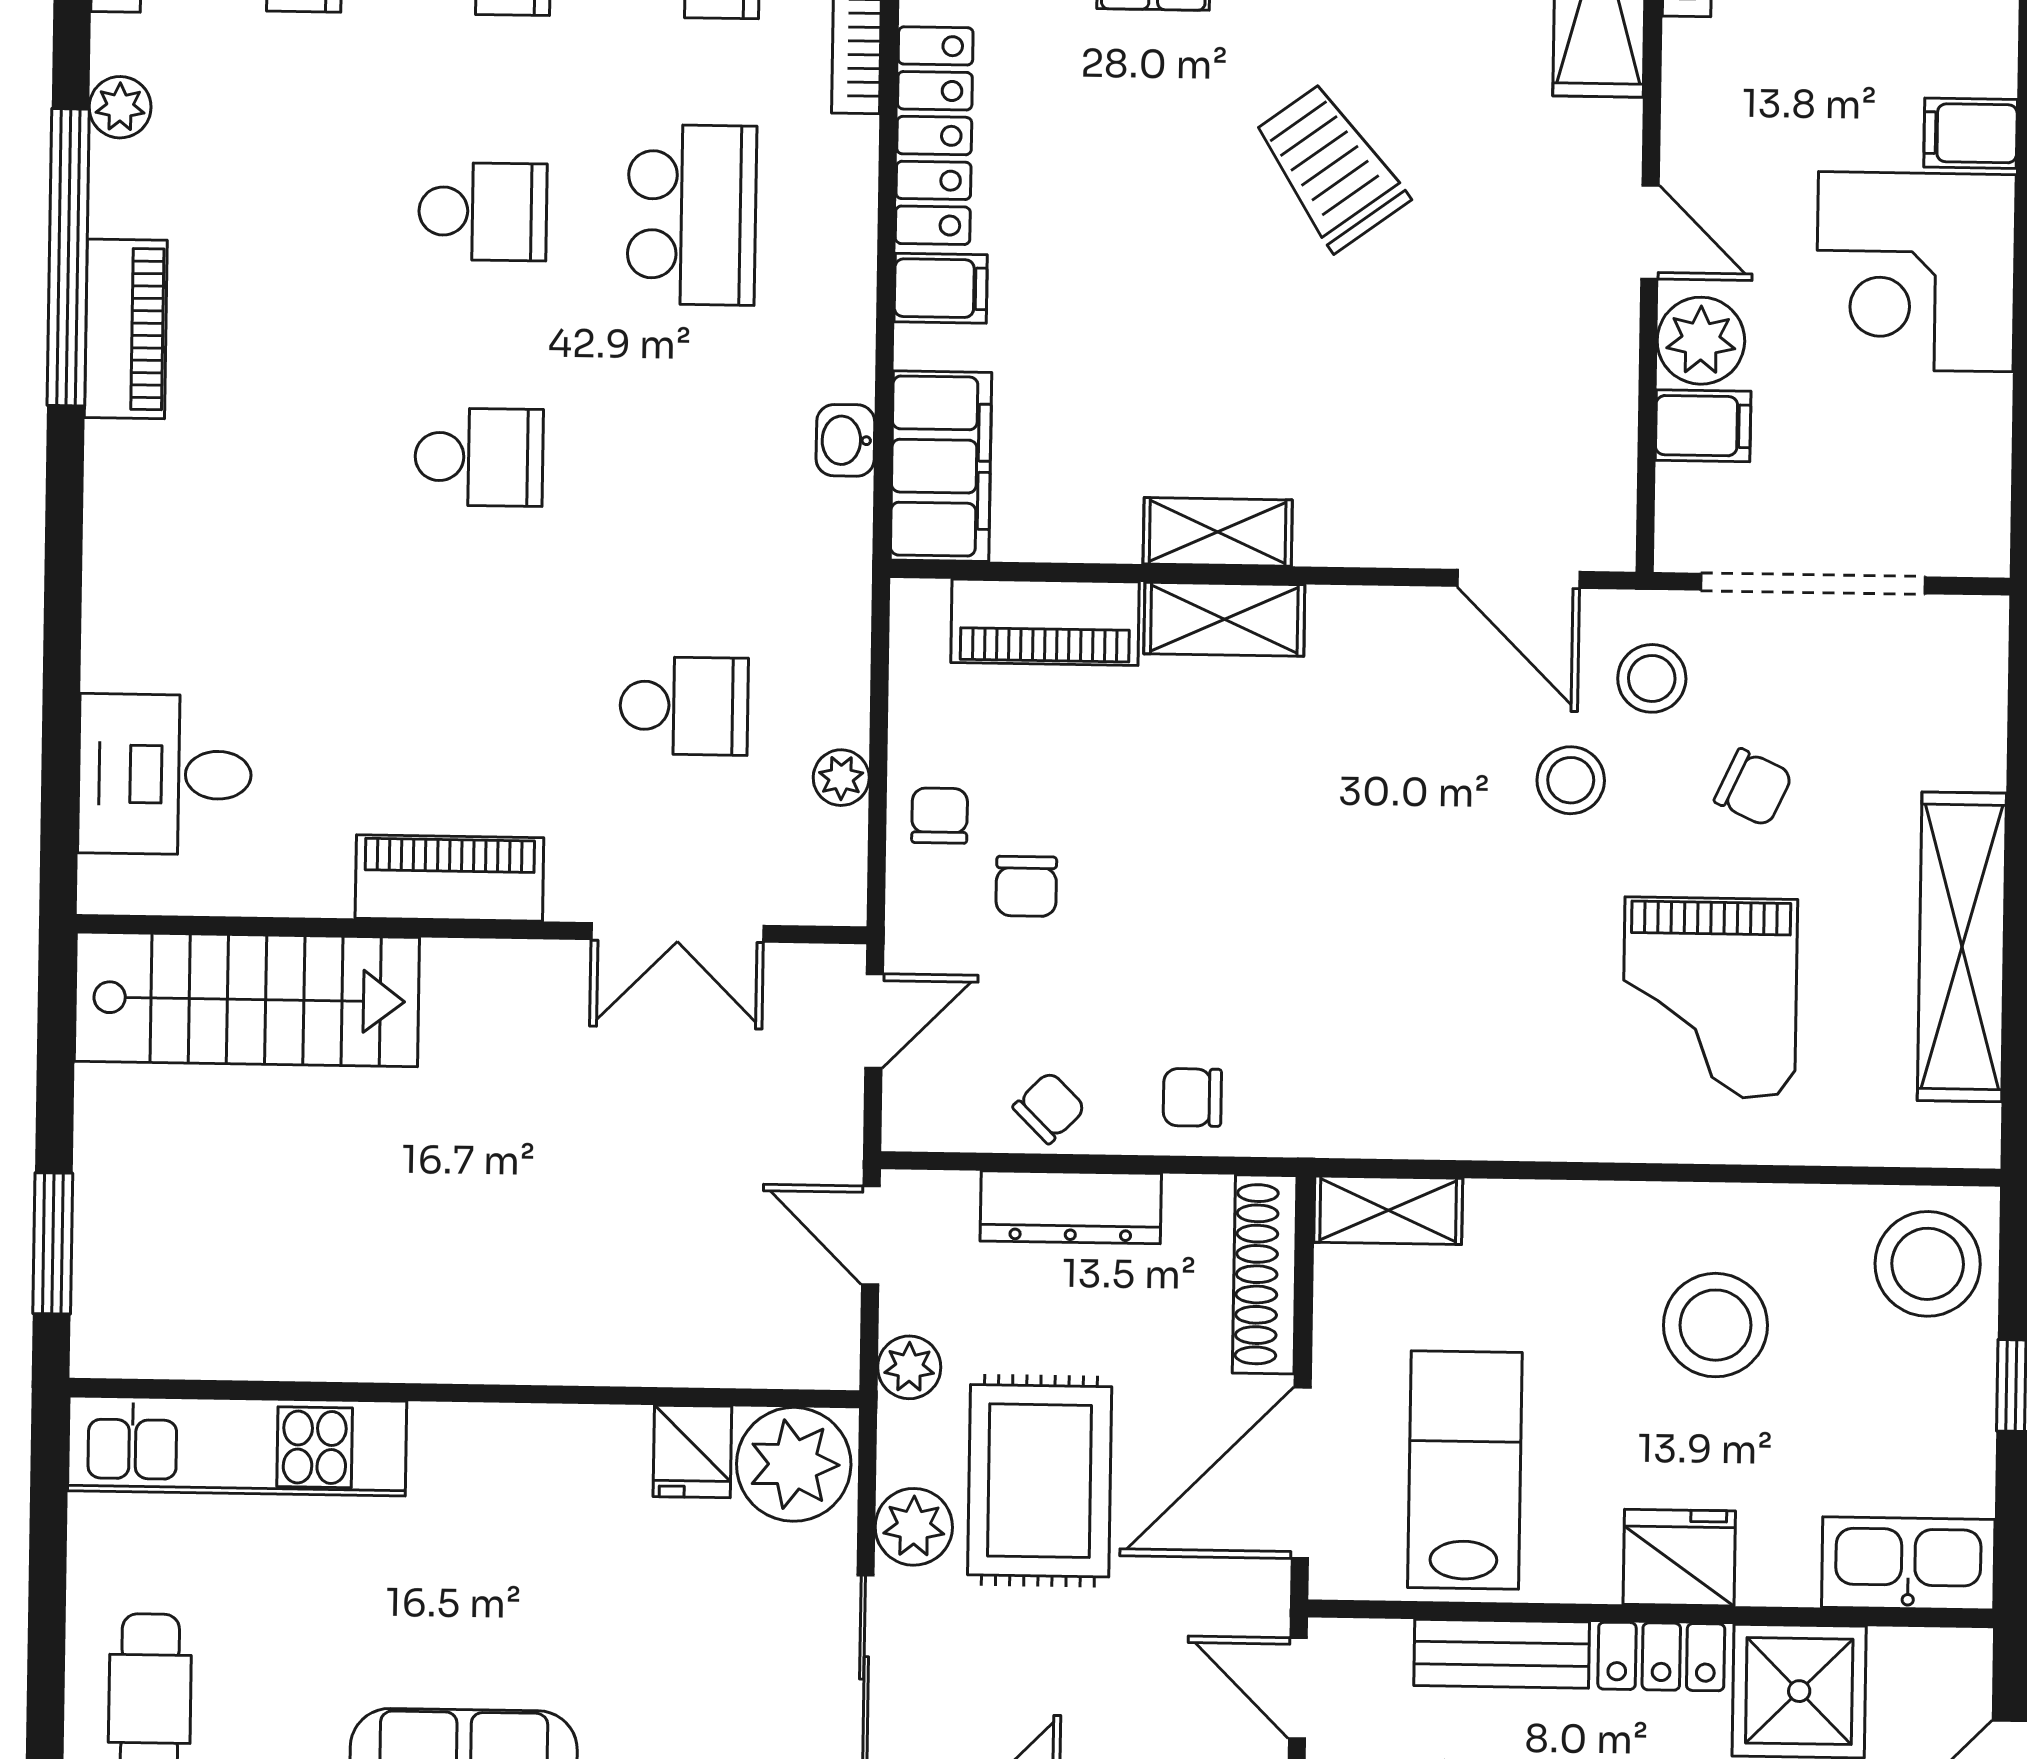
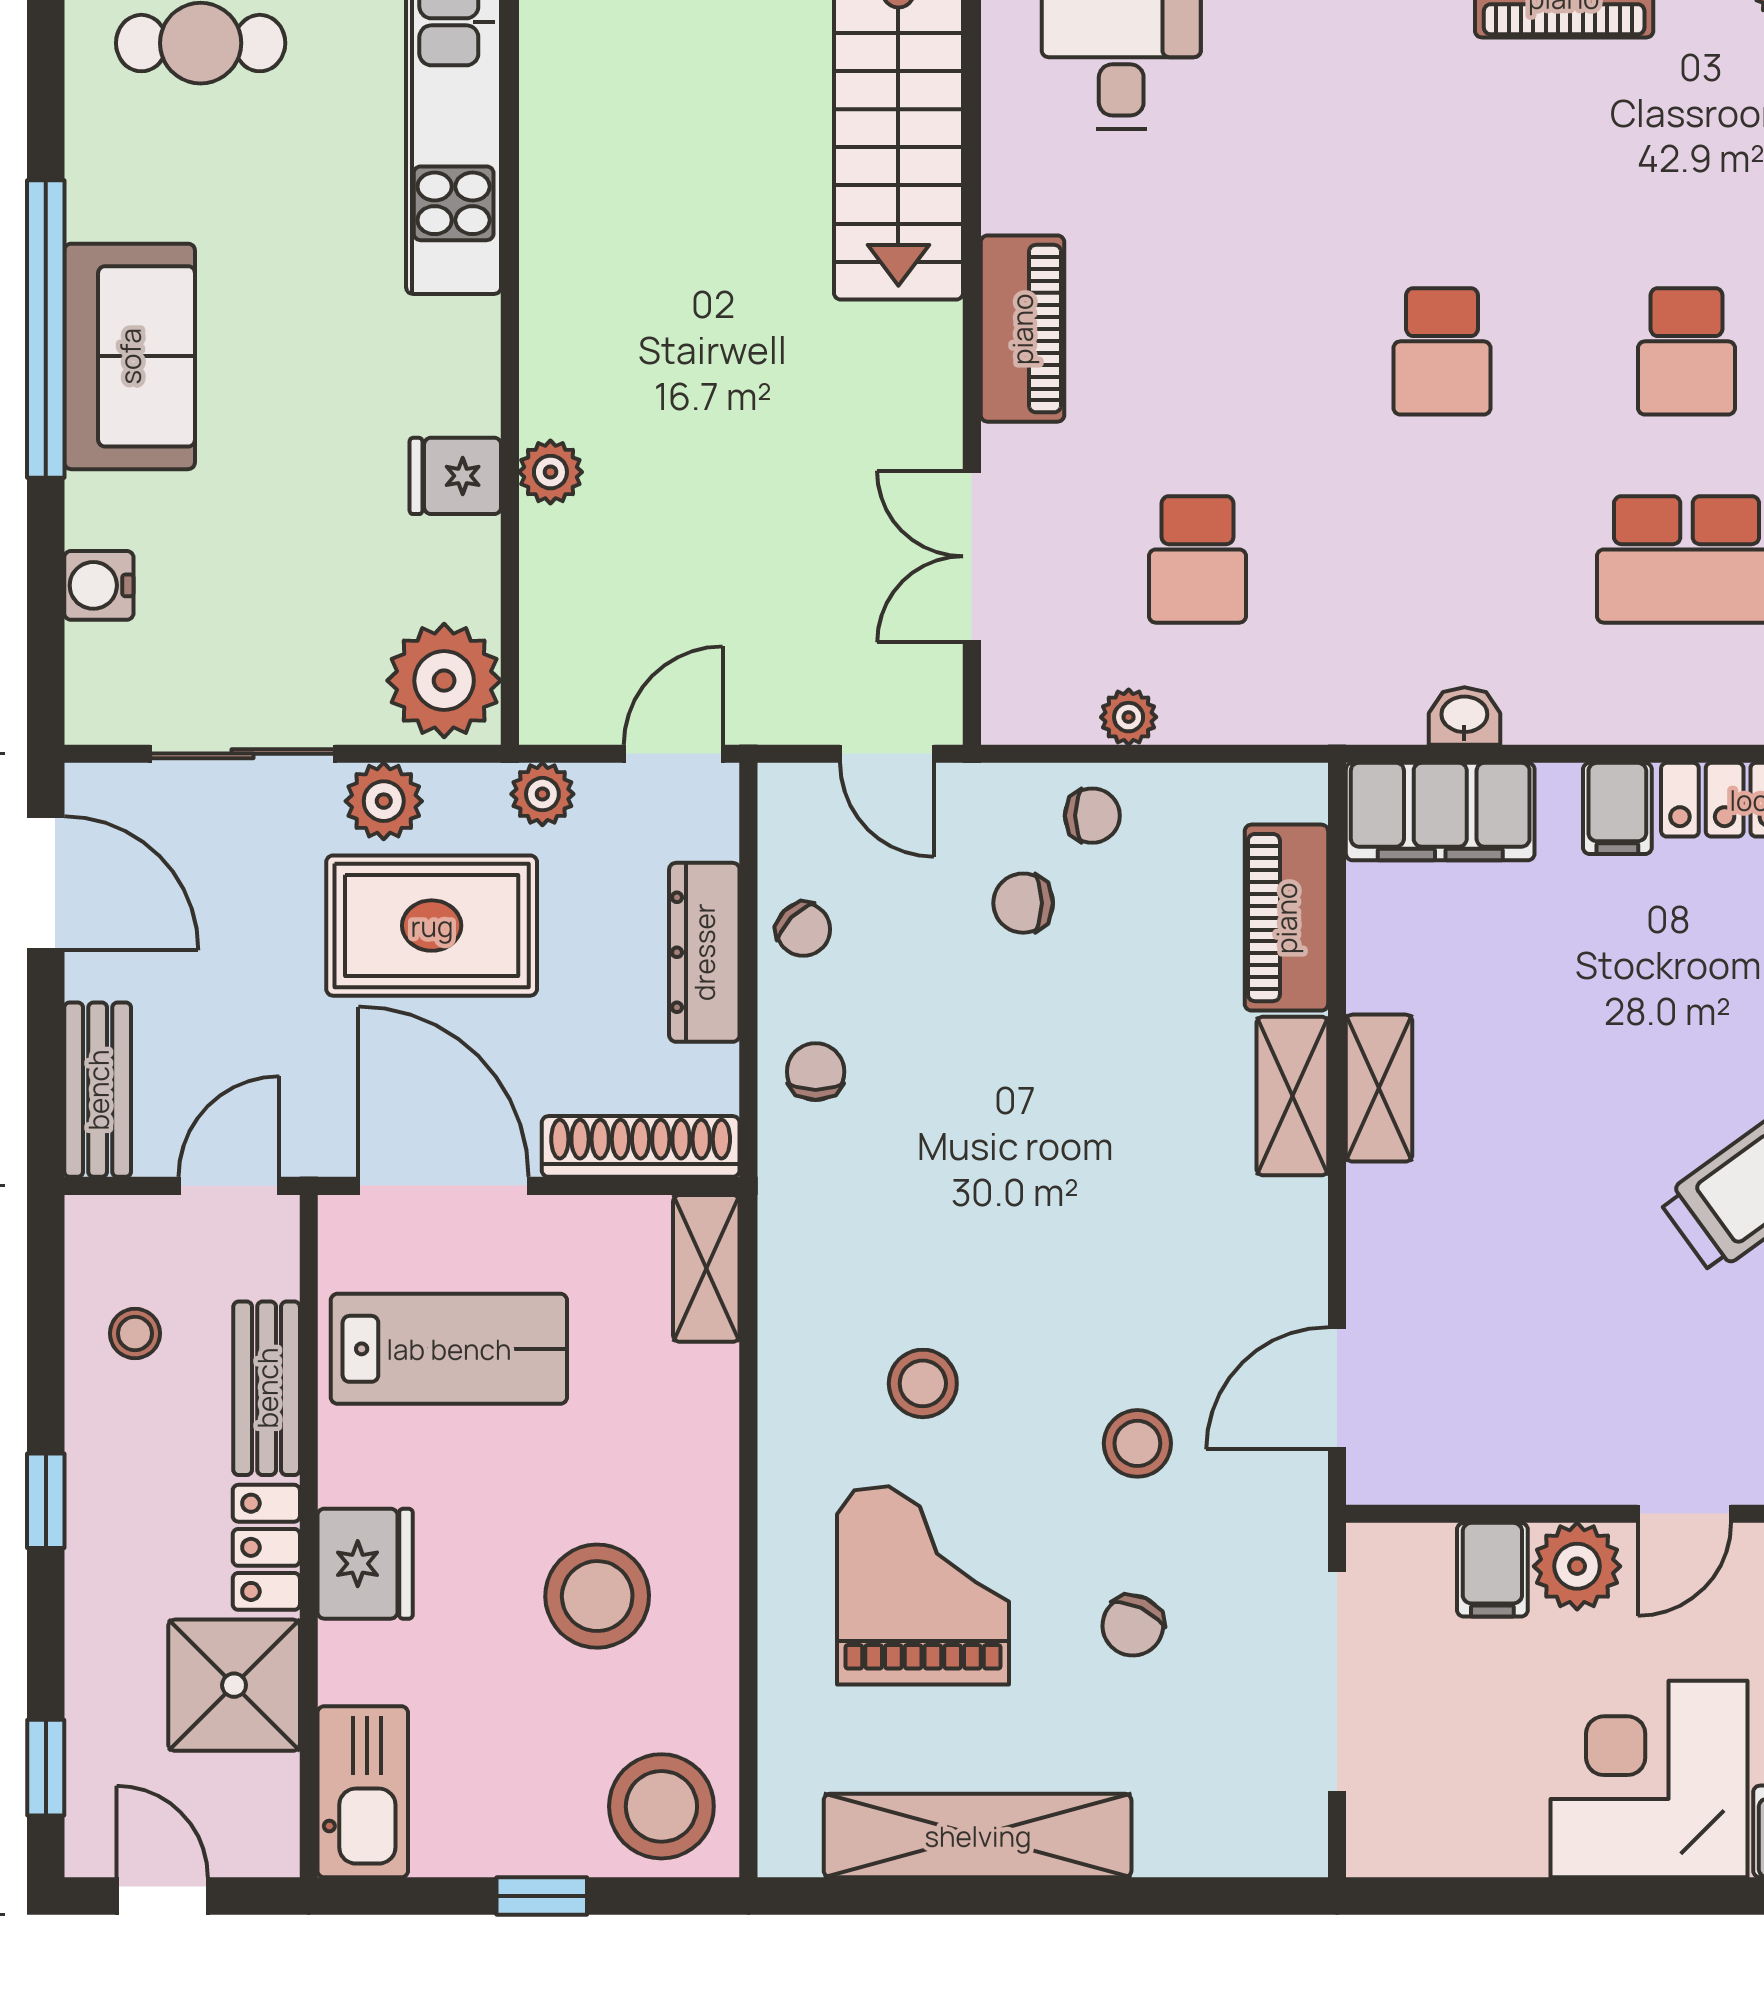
stool: (1652, 678) -> (923, 1383), moved
grand piano: (1710, 998) -> (923, 1585), turned 90
plant: (586, 1354) -> (550, 472), added
fridge: (692, 1451) -> (455, 476), moved

